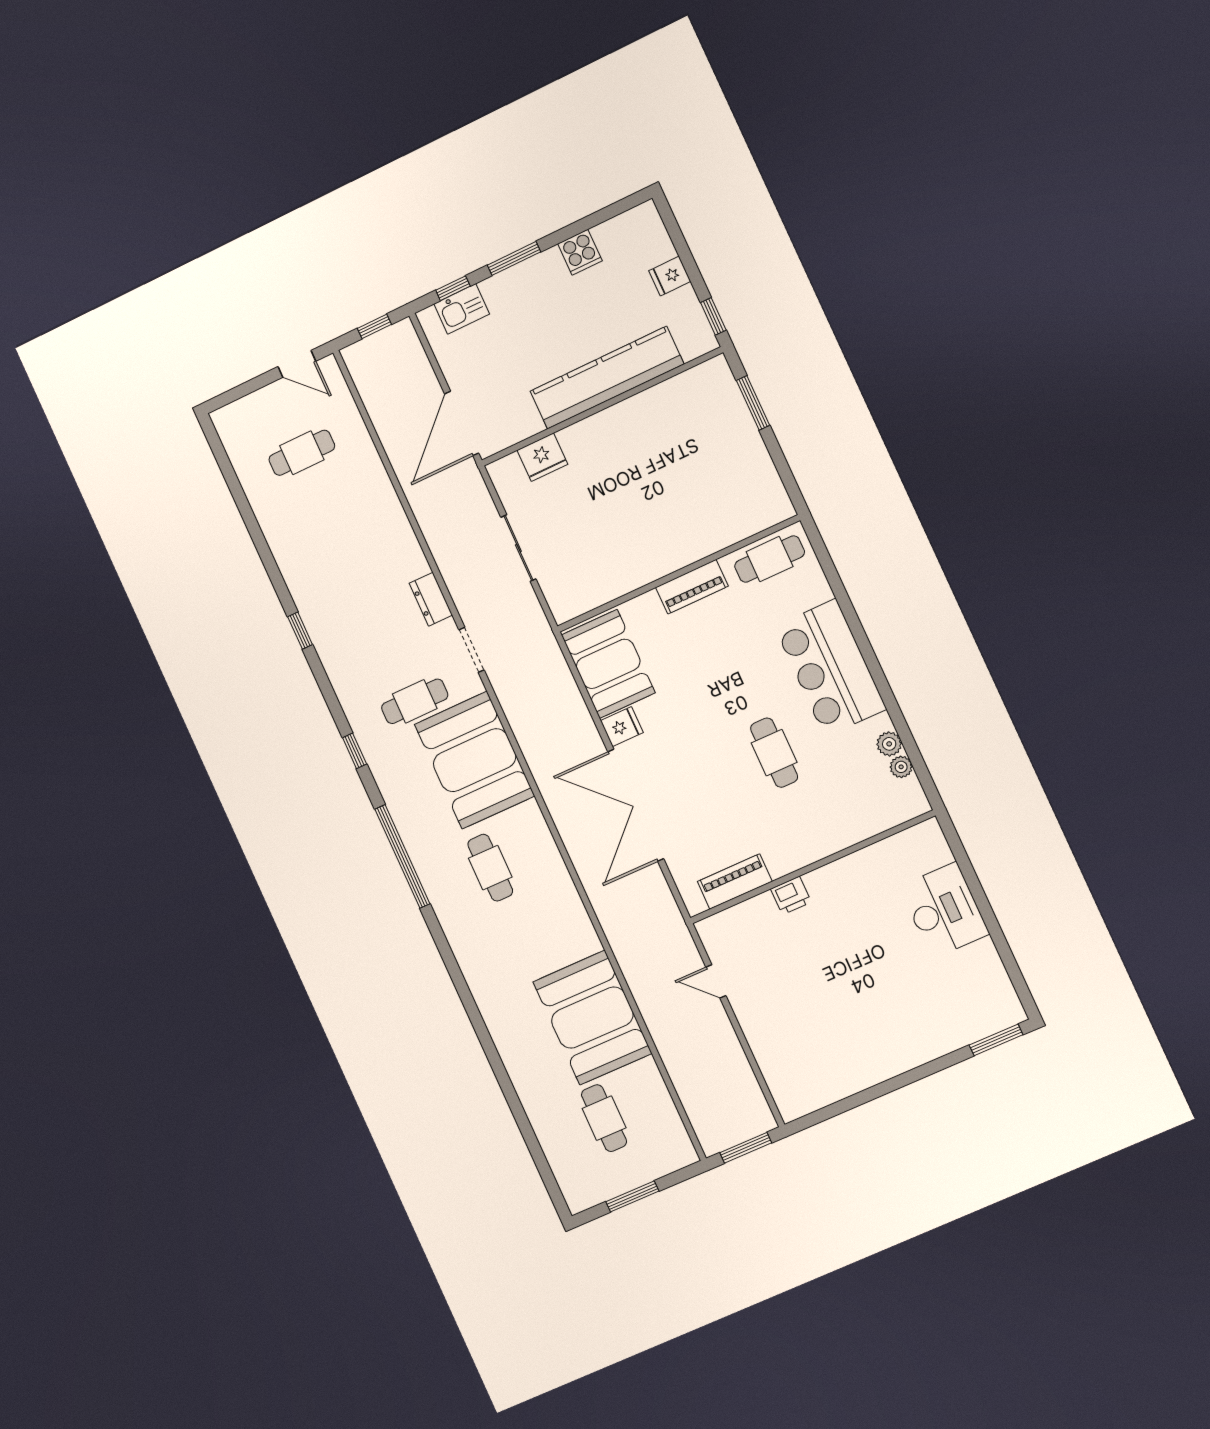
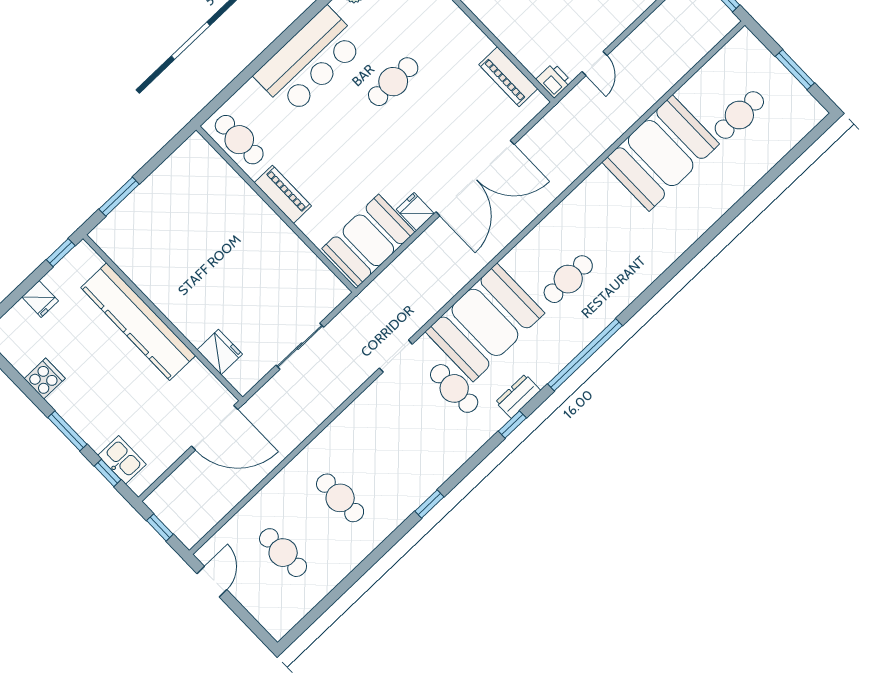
cafe table: (339, 535) -> (340, 498), added
dresser: (431, 599) -> (518, 396), moved, turned 180
printer: (791, 895) -> (554, 80), moved

